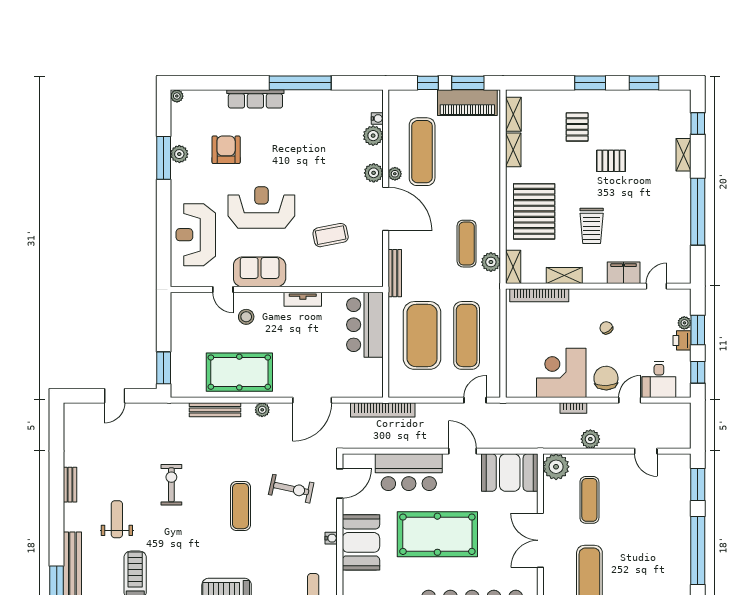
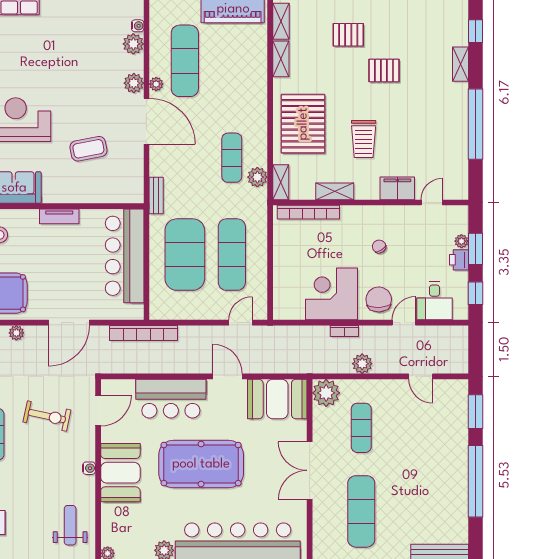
pallet: (577, 127) -> (348, 35), turned 90
bench: (395, 273) -> (156, 196), width x0.73
bar counter: (365, 325) -> (125, 256), width x1.36

